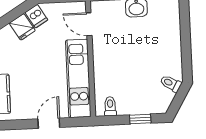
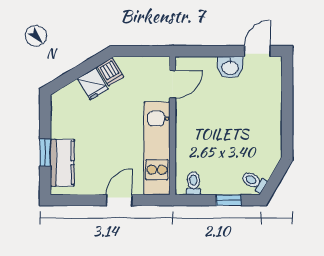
door: (89, 24) -> (173, 84), swing flipped
toilet: (171, 83) -> (254, 182), moved

